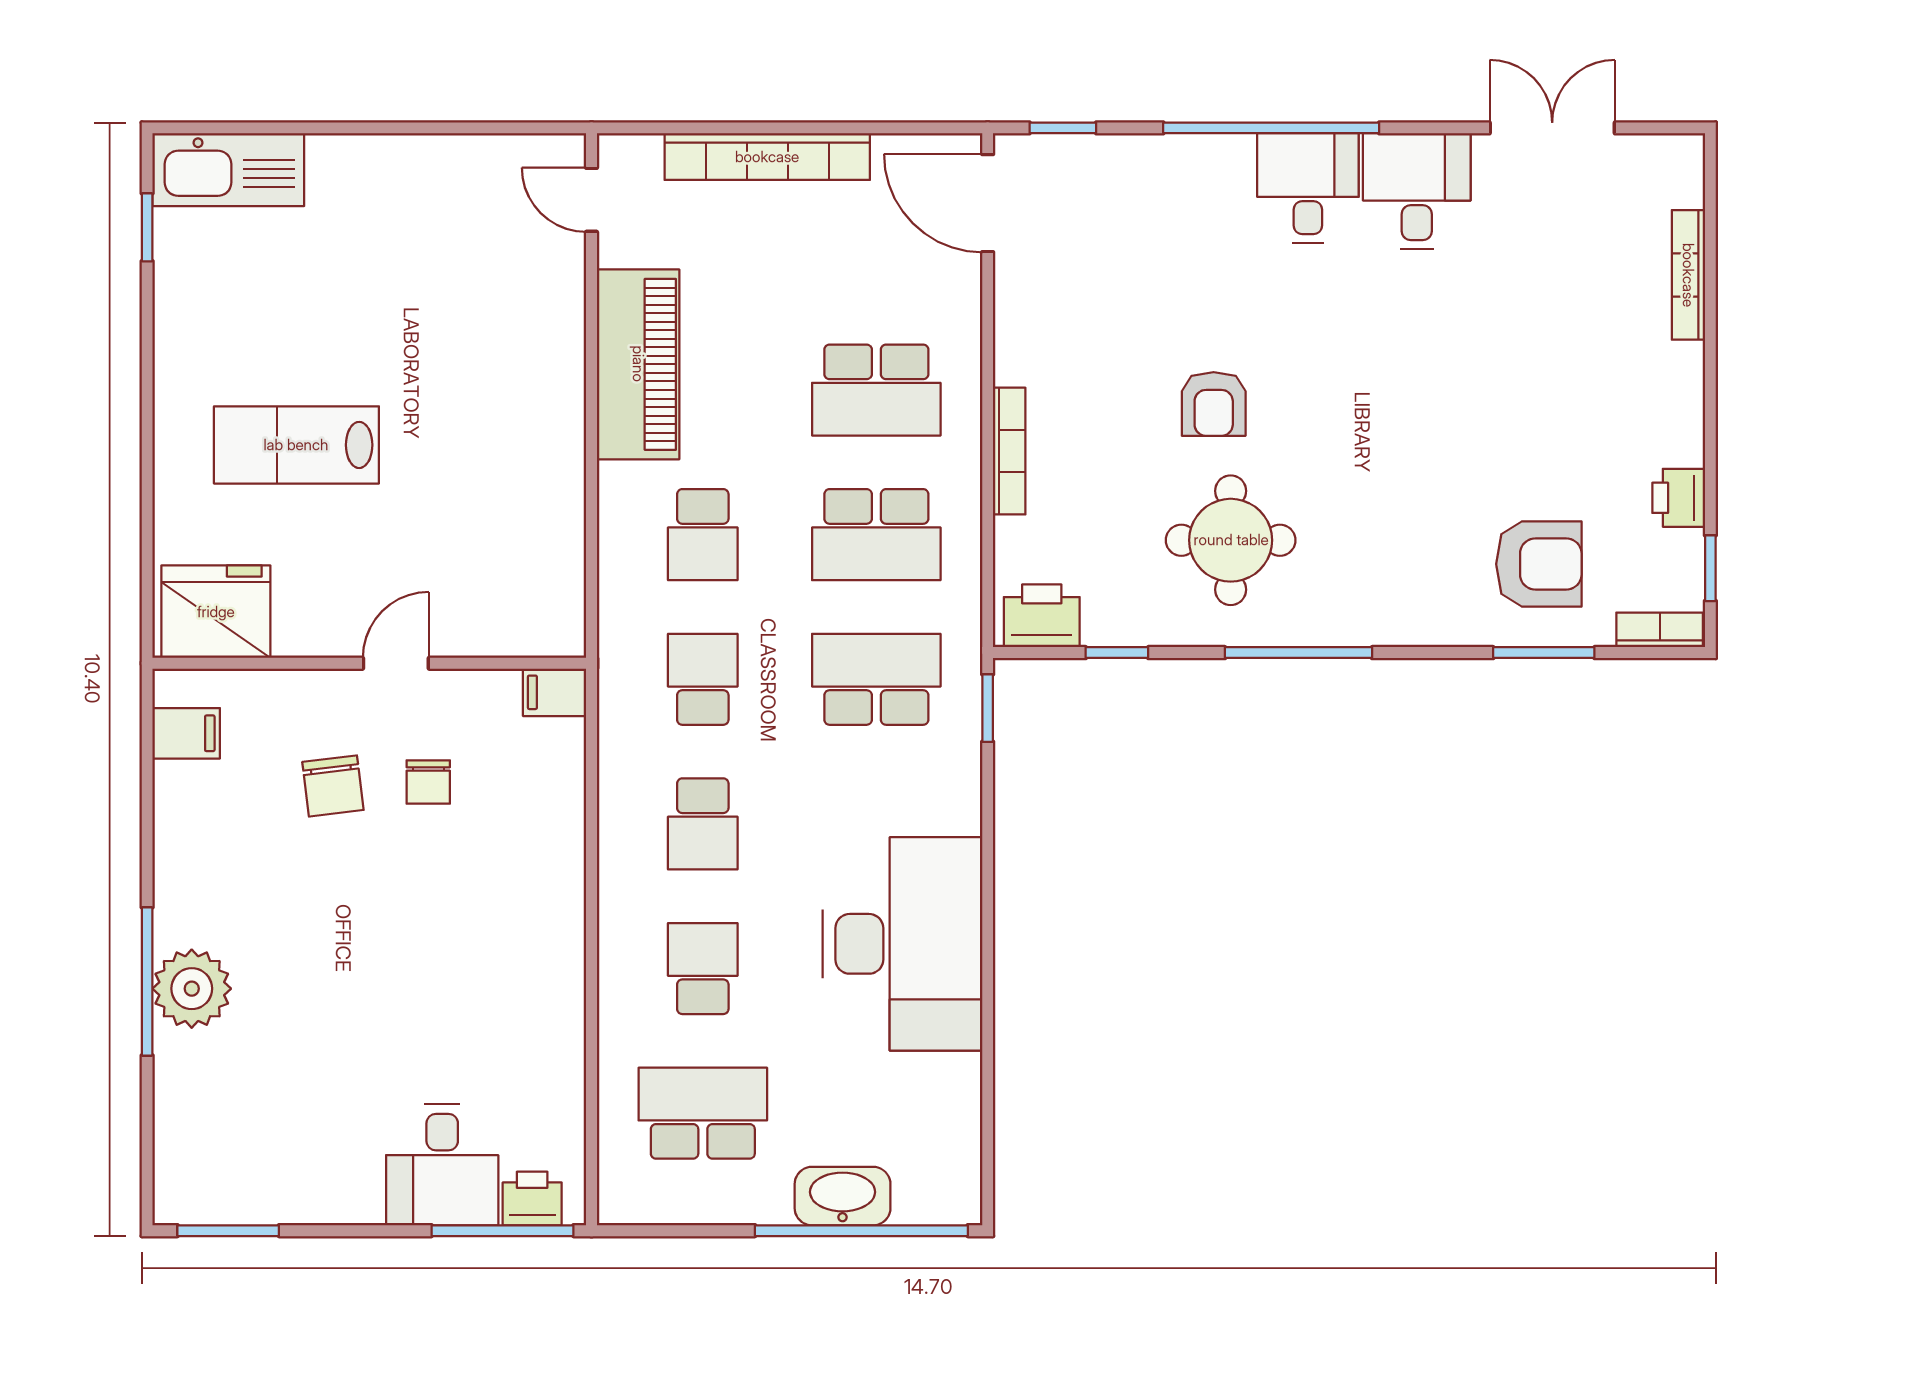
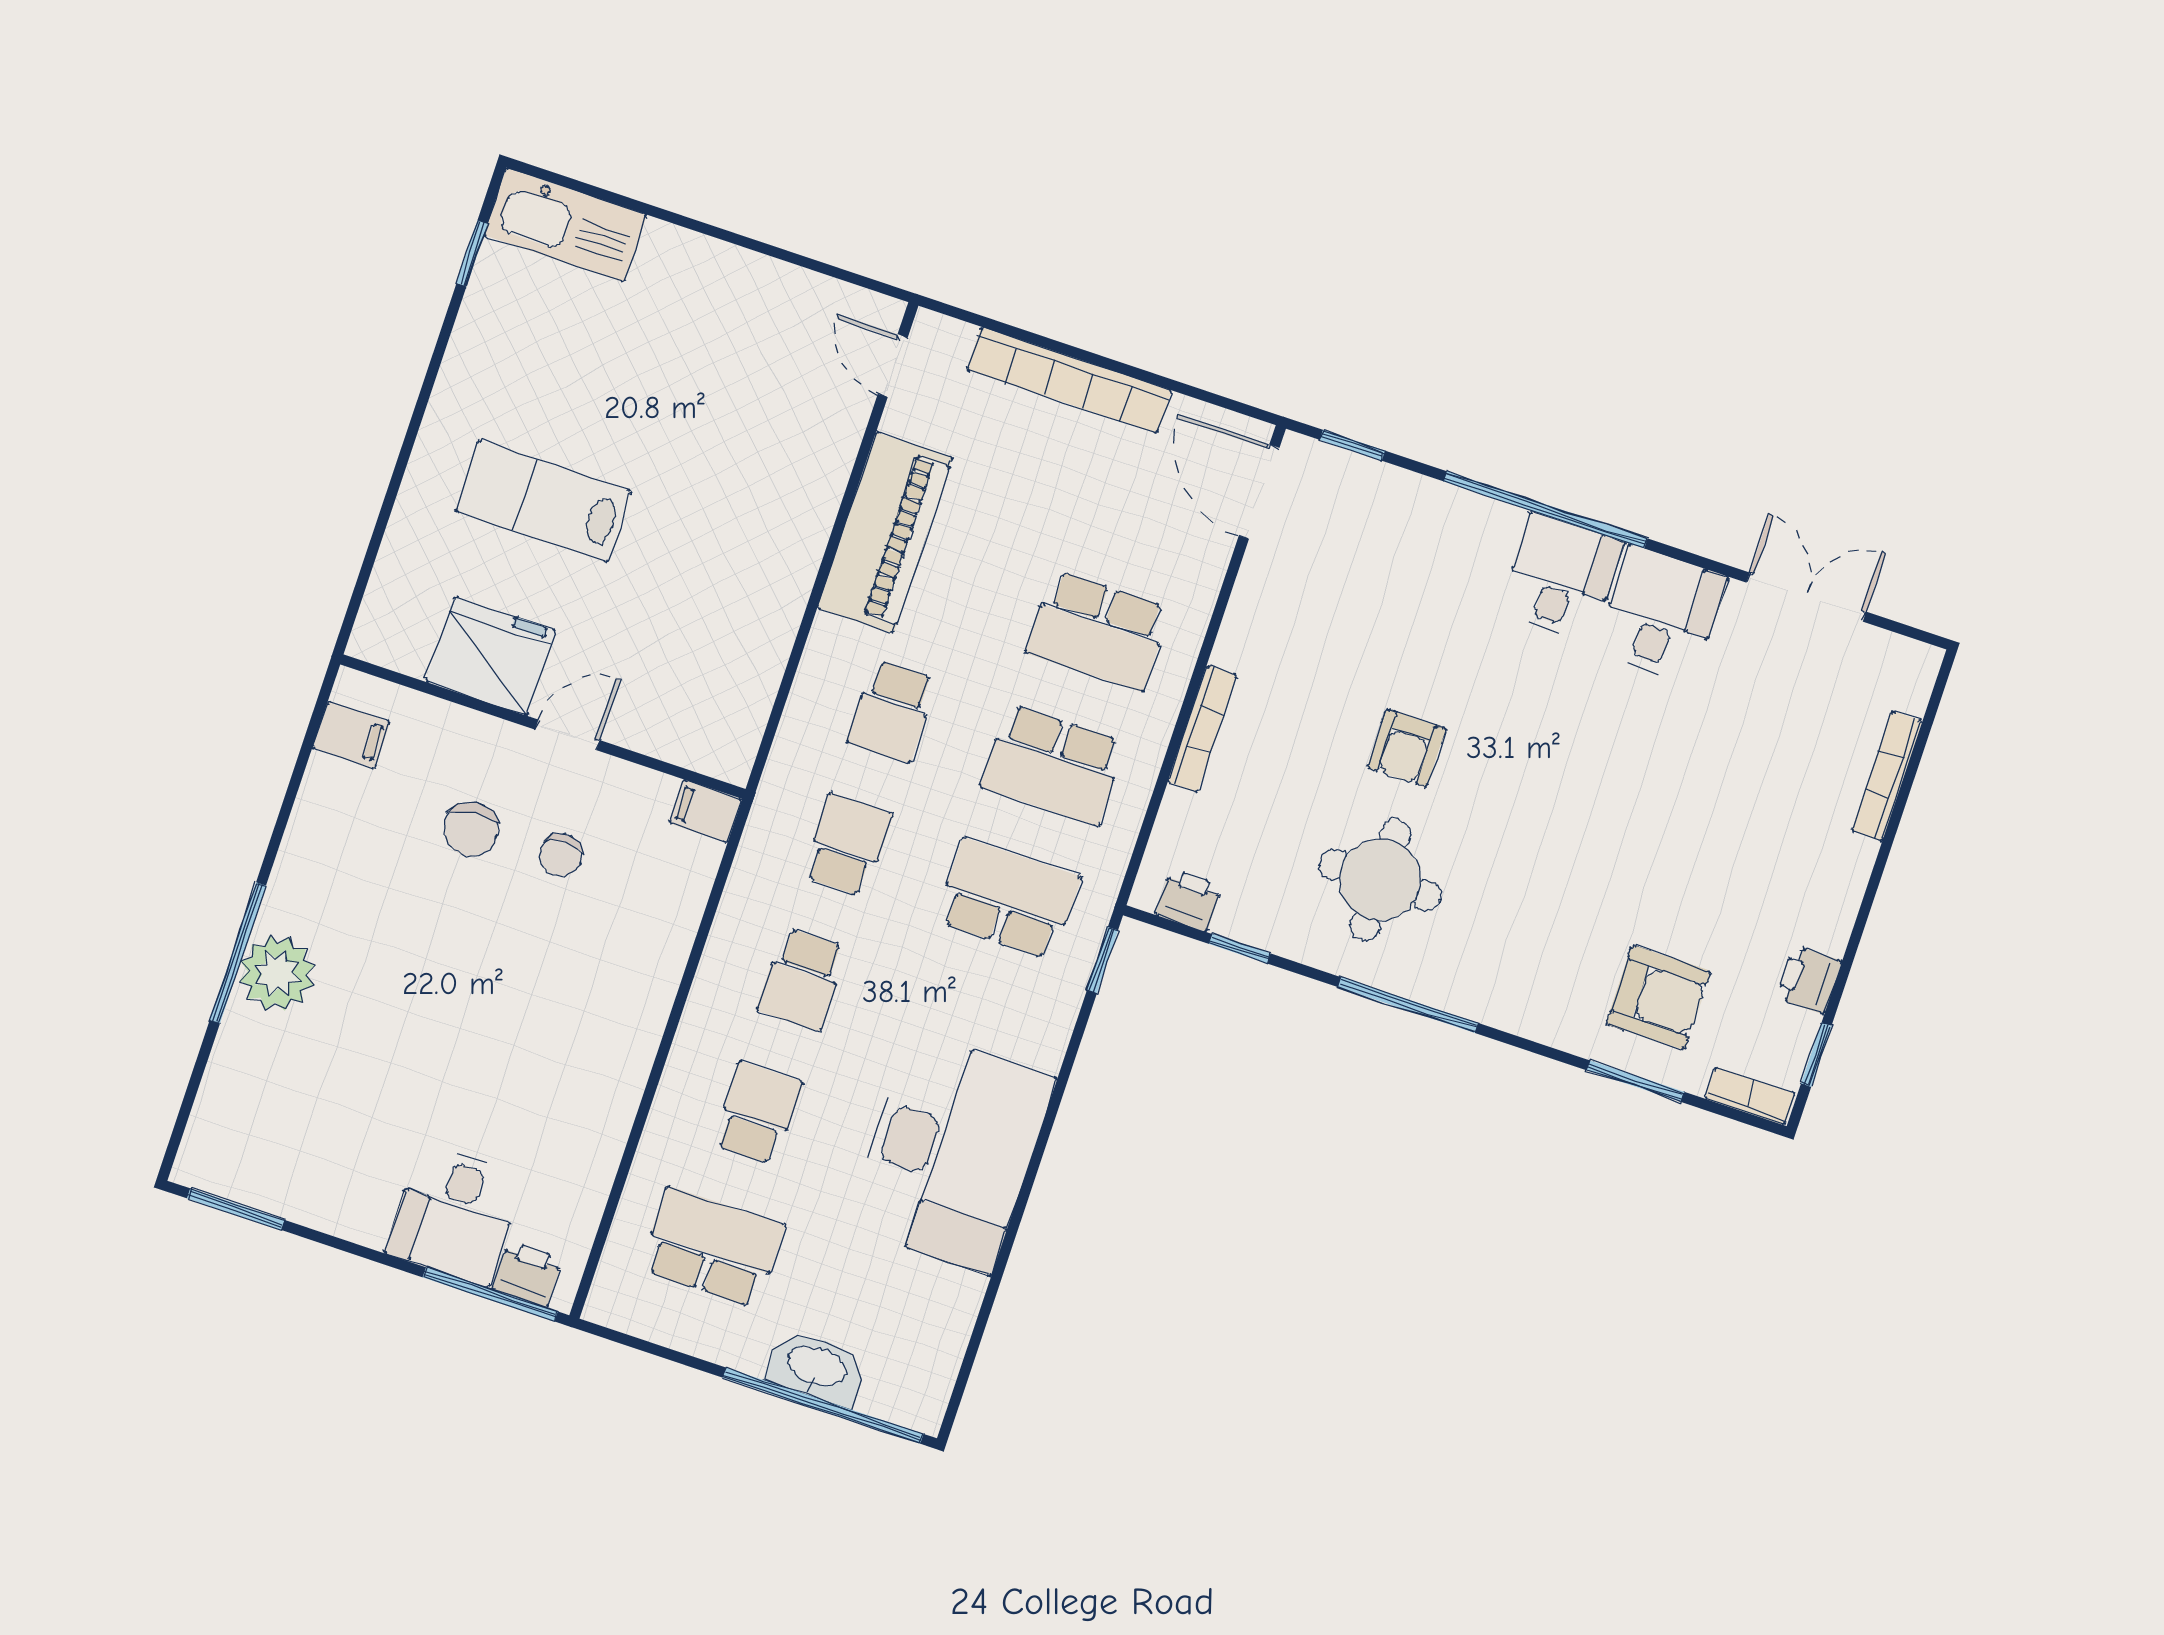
fridge: (216, 612) -> (491, 656), moved
printer: (1042, 616) -> (1189, 900), width x0.73, depth x0.81

